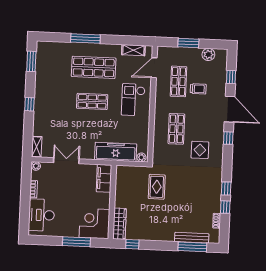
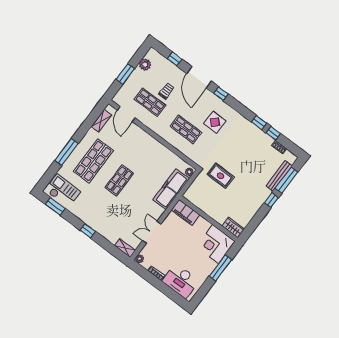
checkout: (133, 100) -> (63, 191), moved, turned 180
door: (230, 109) -> (199, 77), swing flipped
wardrobe: (120, 224) -> (233, 228), width x0.67
window: (132, 244) -> (271, 200), moved

